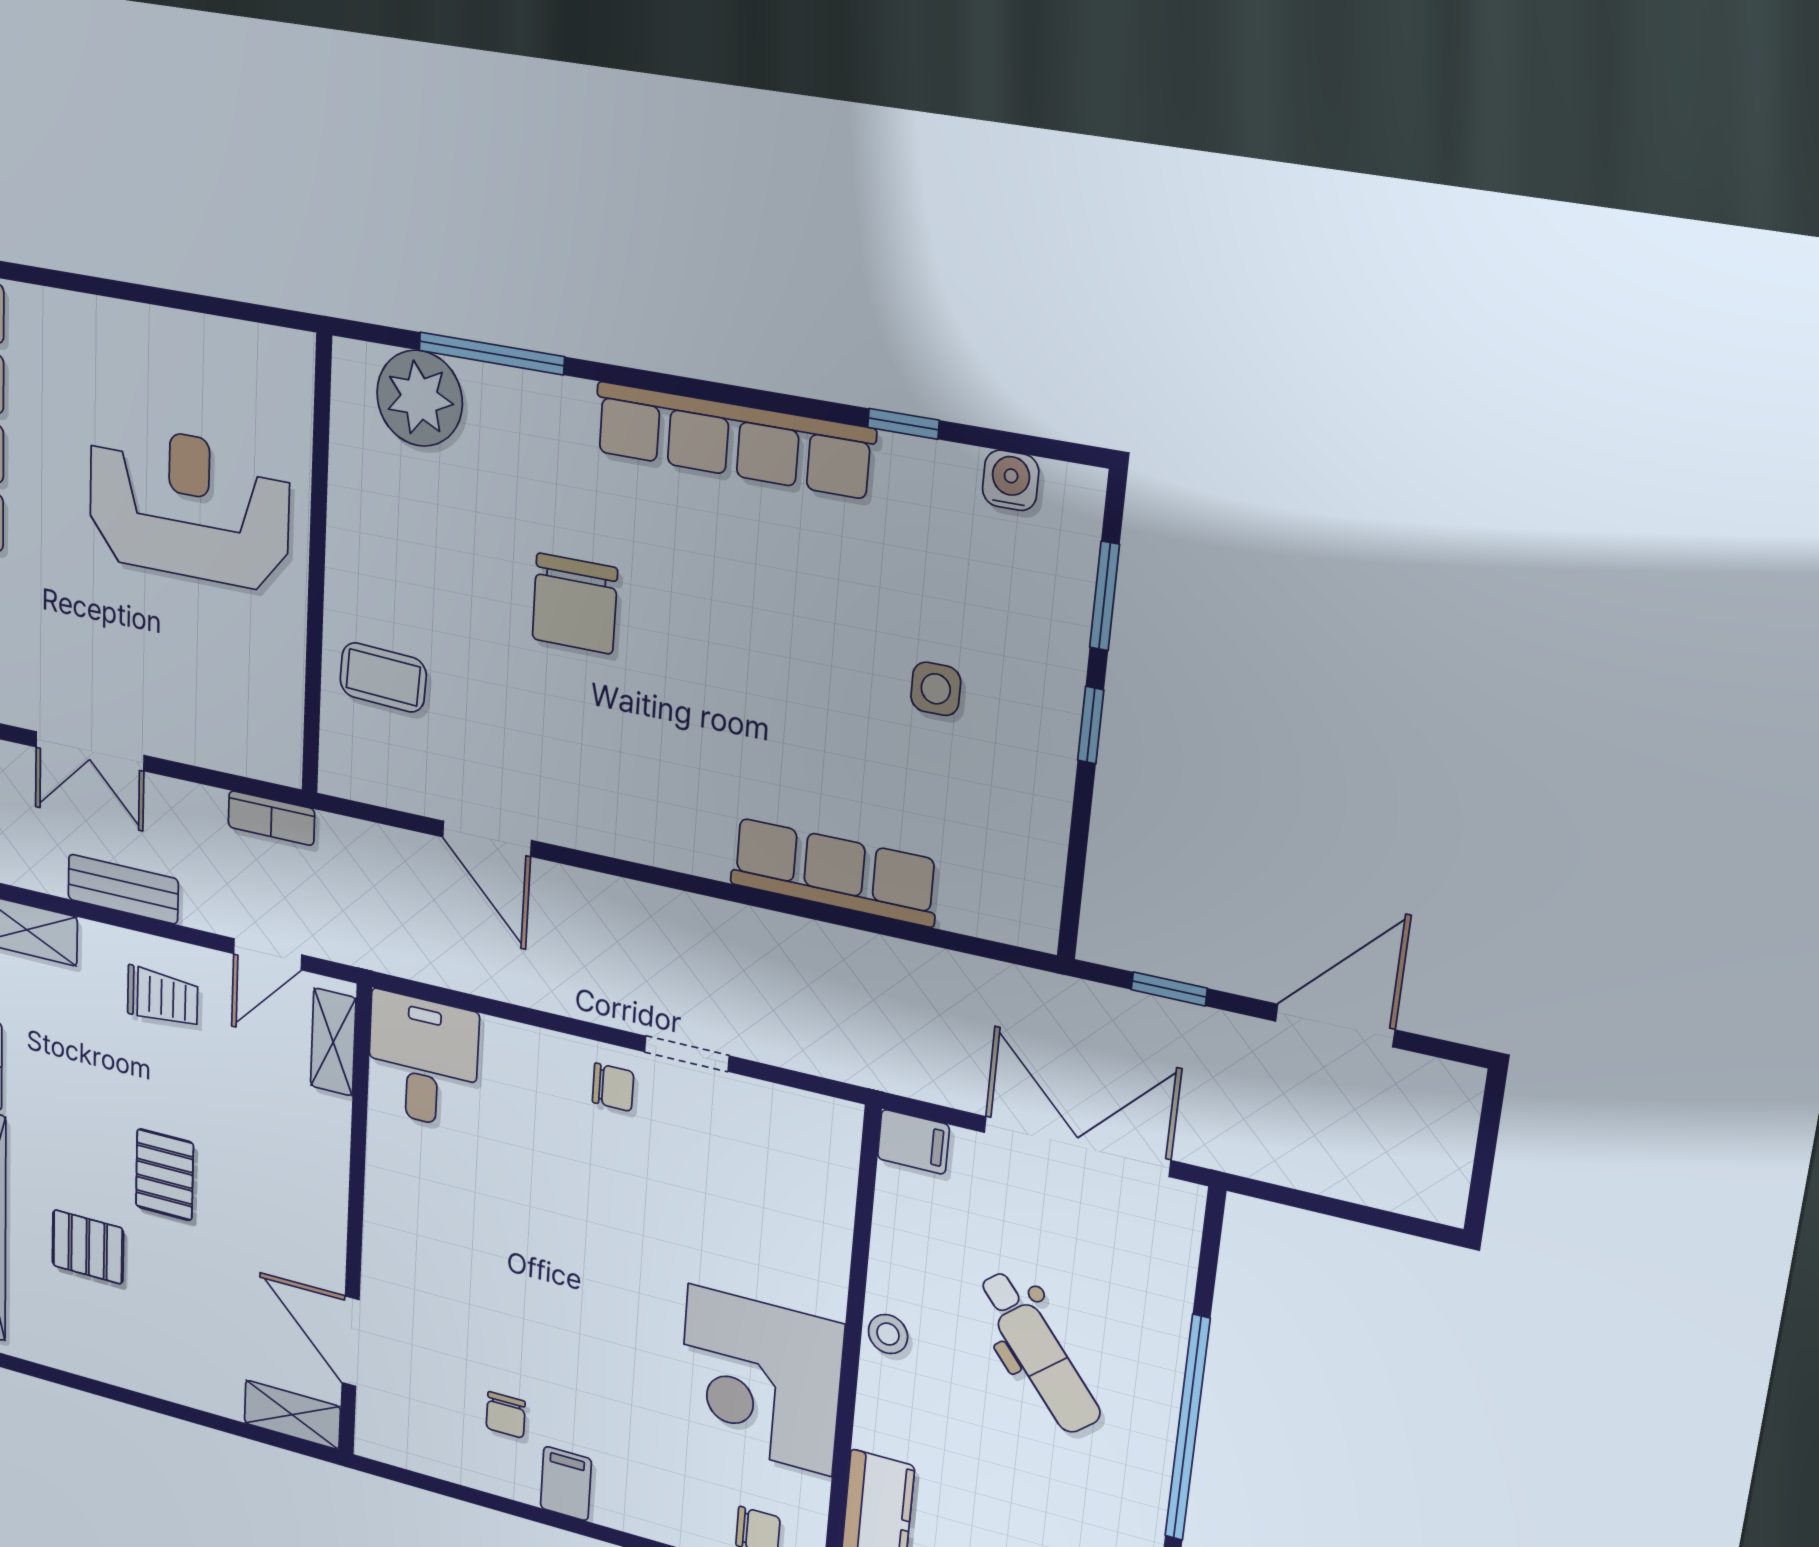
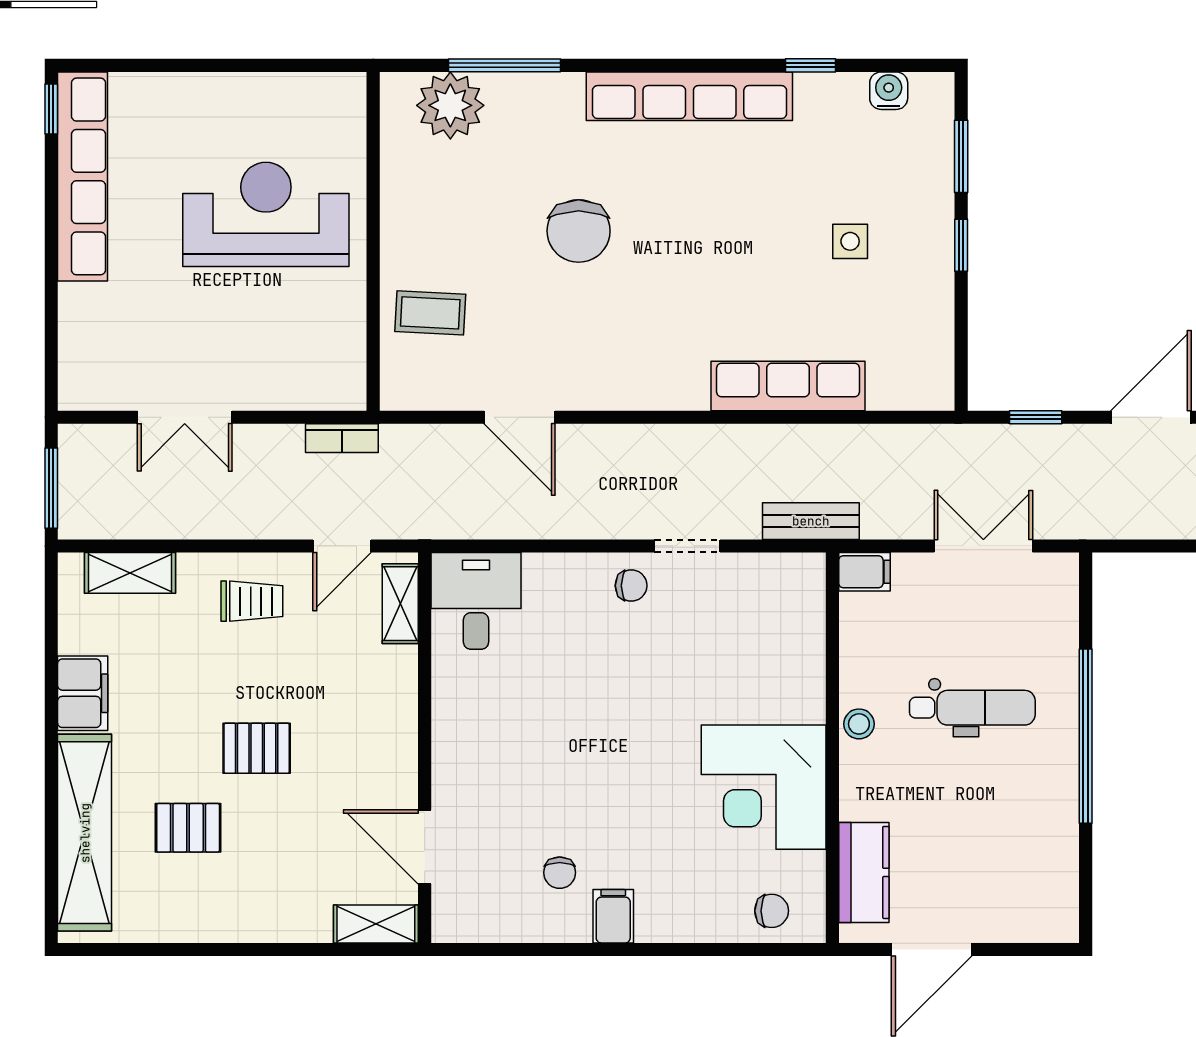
bench: (123, 889) -> (811, 521), moved
double door: (1077, 1146) -> (983, 546), width x0.73
pallet: (165, 1175) -> (257, 748), turned 90
dental chair: (1039, 1352) -> (972, 708), turned -50

